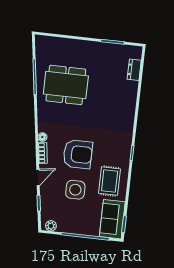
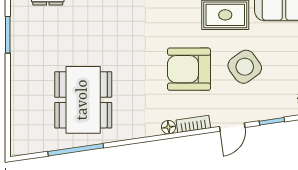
armchair: (78, 154) -> (189, 69), turned -90
door: (38, 177) -> (232, 127), swing flipped
side table: (75, 190) -> (245, 67), turned -36

